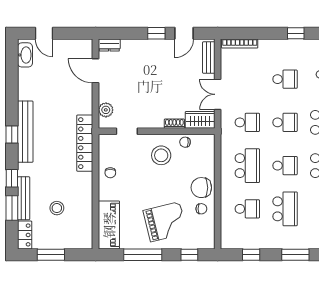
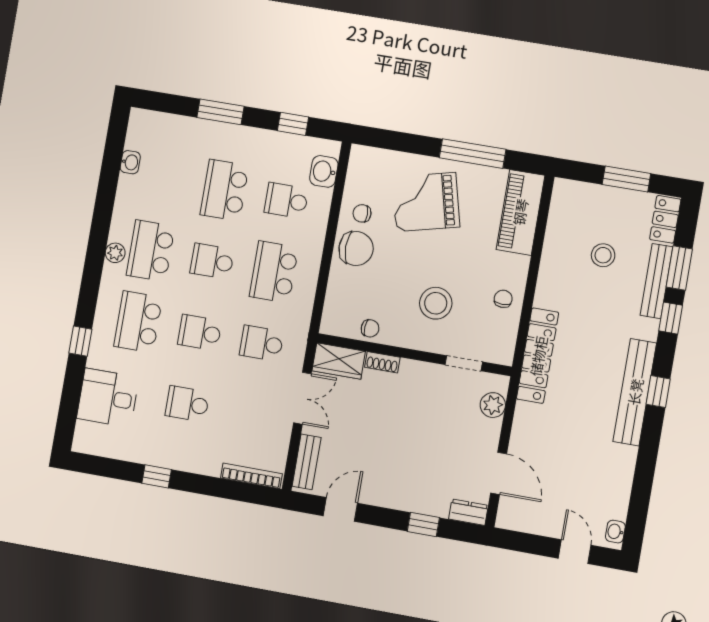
window: (156, 33) -> (423, 524), moved
washbasin: (25, 55) -> (615, 532), width x0.52, depth x0.69
stool: (161, 155) -> (436, 303), moved
washbasin: (228, 230) -> (324, 171), added
window: (189, 255) -> (395, 141), removed

